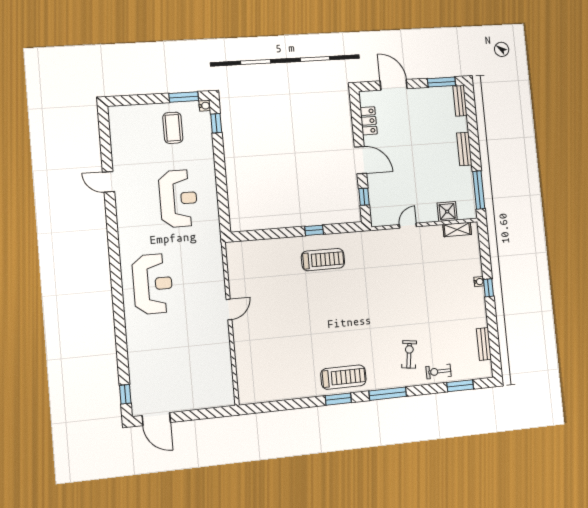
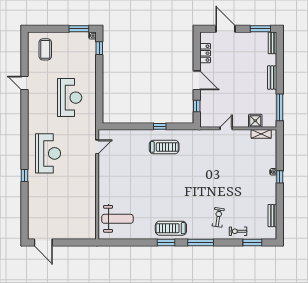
coffee table: (173, 128) -> (45, 49), moved
door: (229, 309) -> (97, 147), moved
weight bench: (264, 371) -> (117, 219), added
treadmill: (343, 377) -> (171, 228), turned 180
window: (125, 394) -> (25, 175), moved

